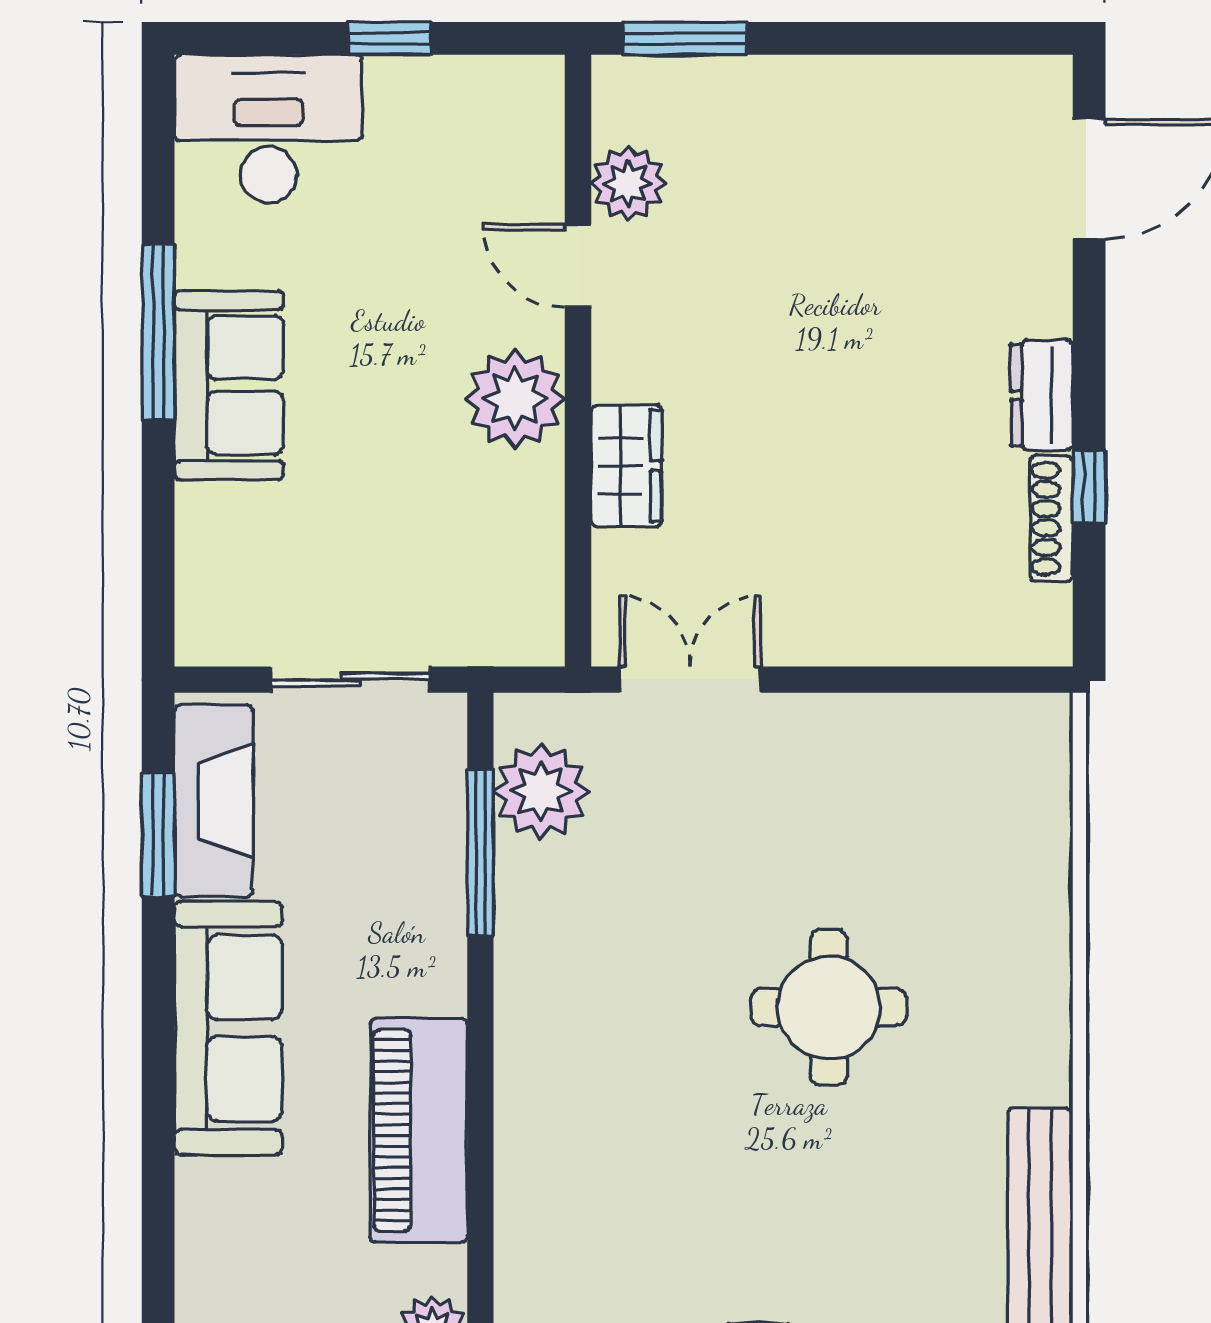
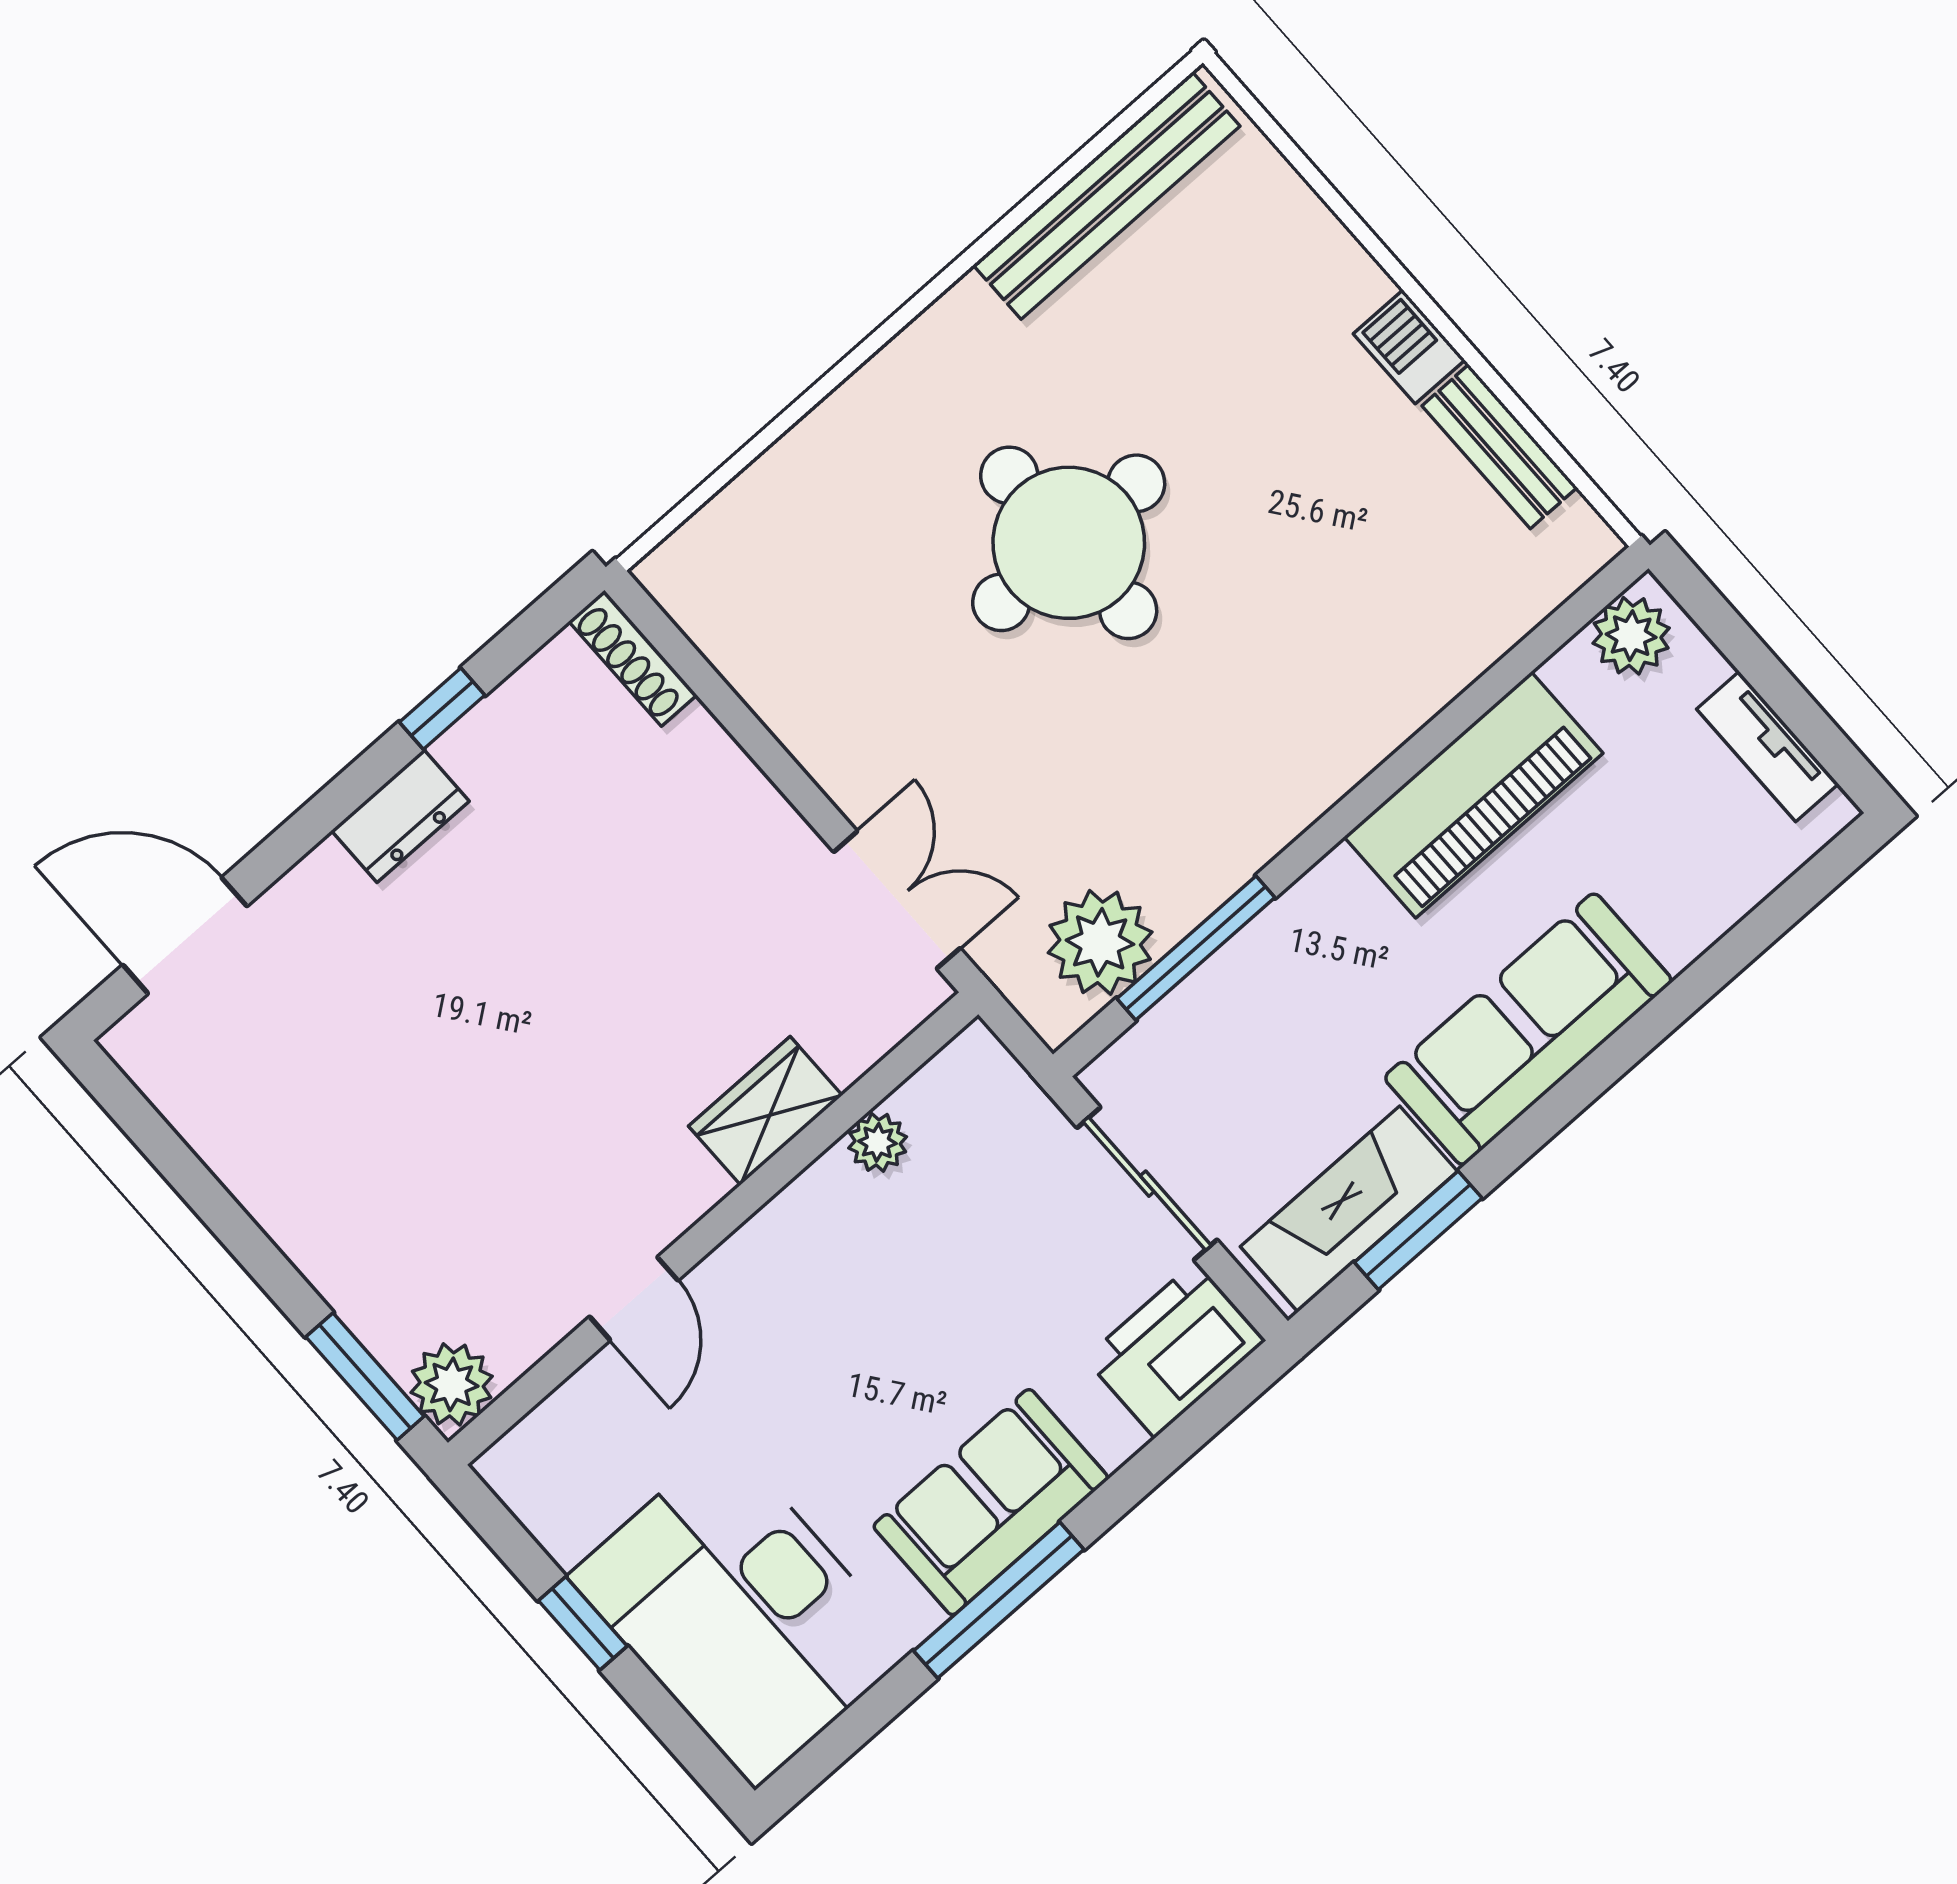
desk: (269, 129) -> (741, 1613), width x1.36, depth x1.30
plant: (628, 183) -> (452, 1384), moved
plant: (515, 399) -> (878, 1142), moved, width x0.53, depth x0.53
shoe rack: (1051, 518) -> (633, 658), moved, turned 90
printer: (222, 600) -> (1175, 1349), added
double door: (690, 680) -> (897, 900), swing flipped
round table: (829, 1007) -> (1069, 543), width x1.36, depth x1.36

